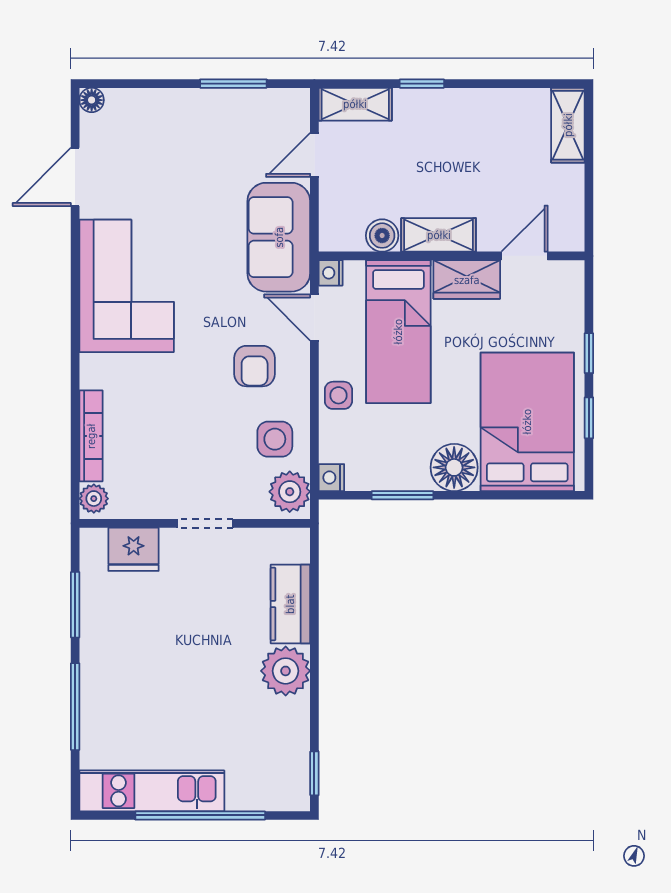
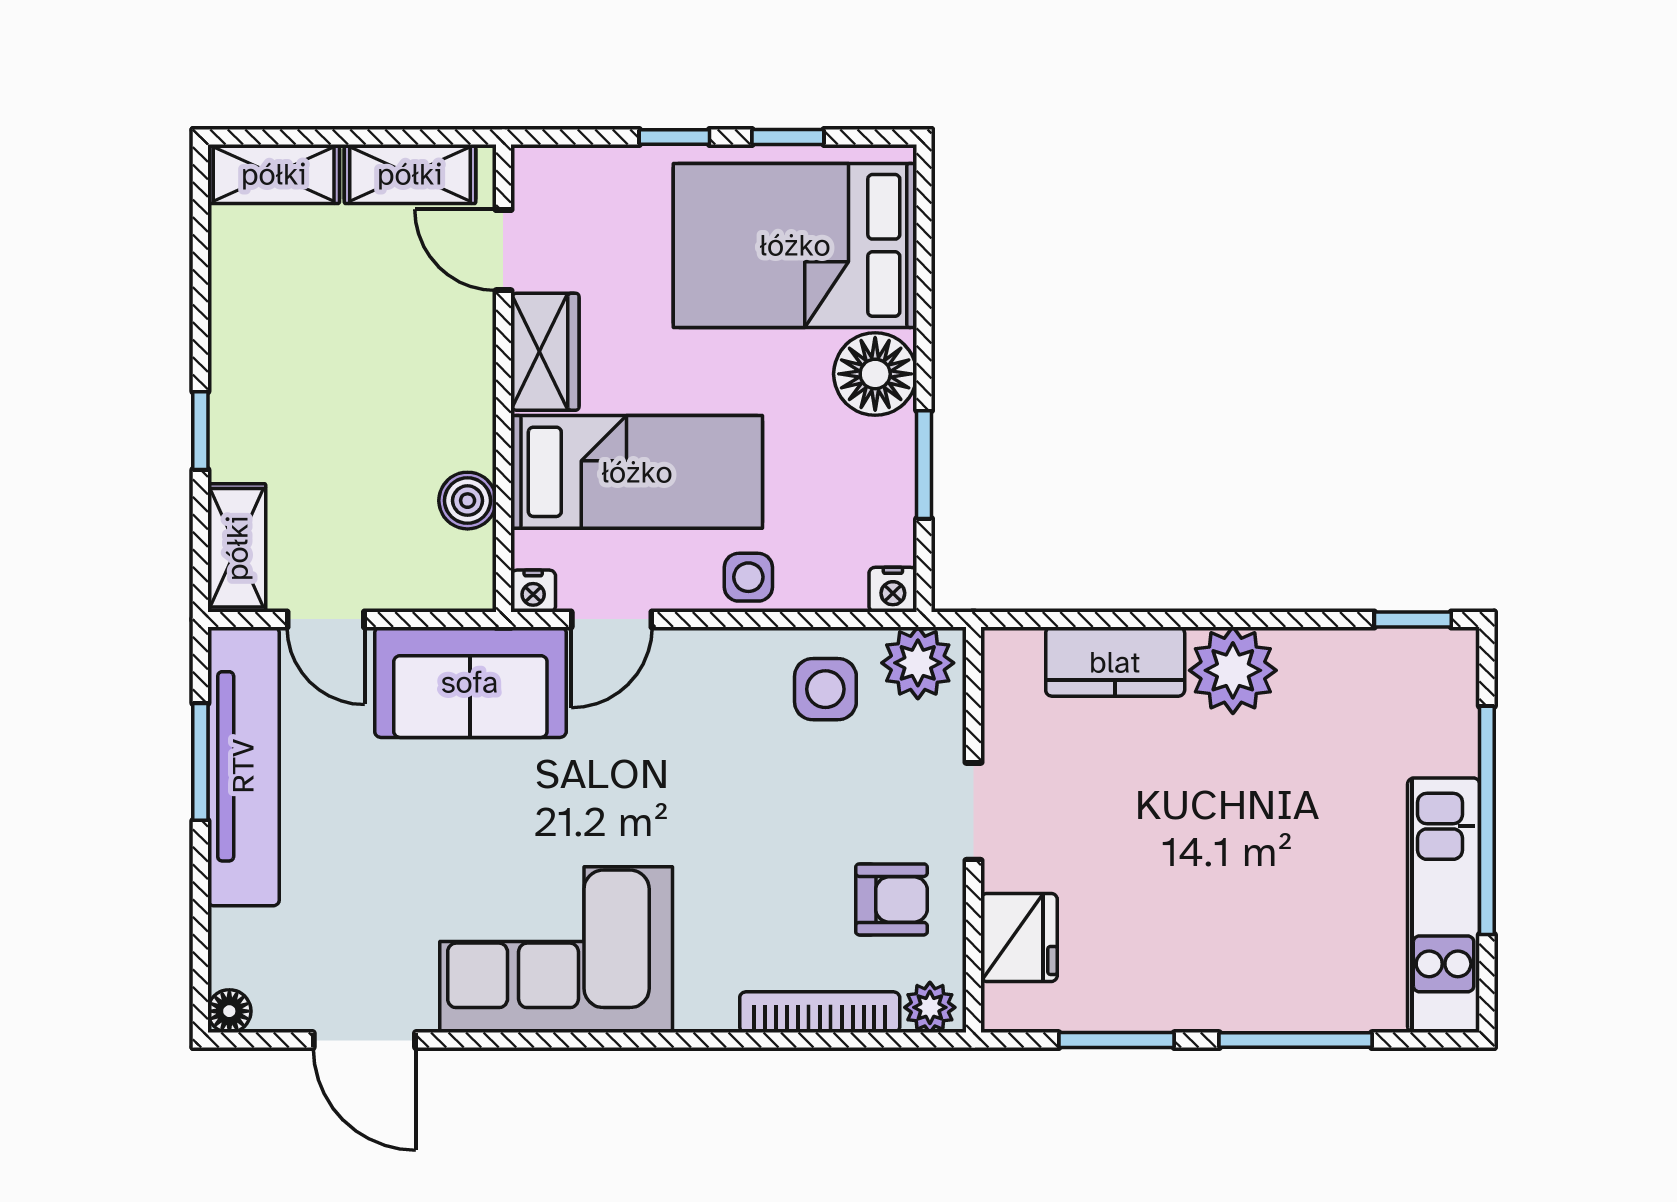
tv unit: (231, 108) -> (243, 766), added
shelving: (439, 235) -> (410, 174), moved, turned 90
armchair: (255, 366) -> (892, 899), moved

